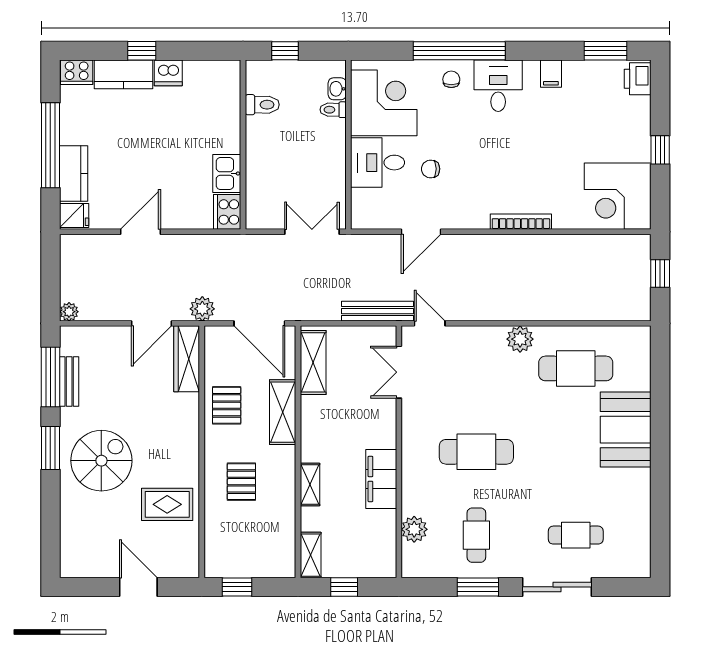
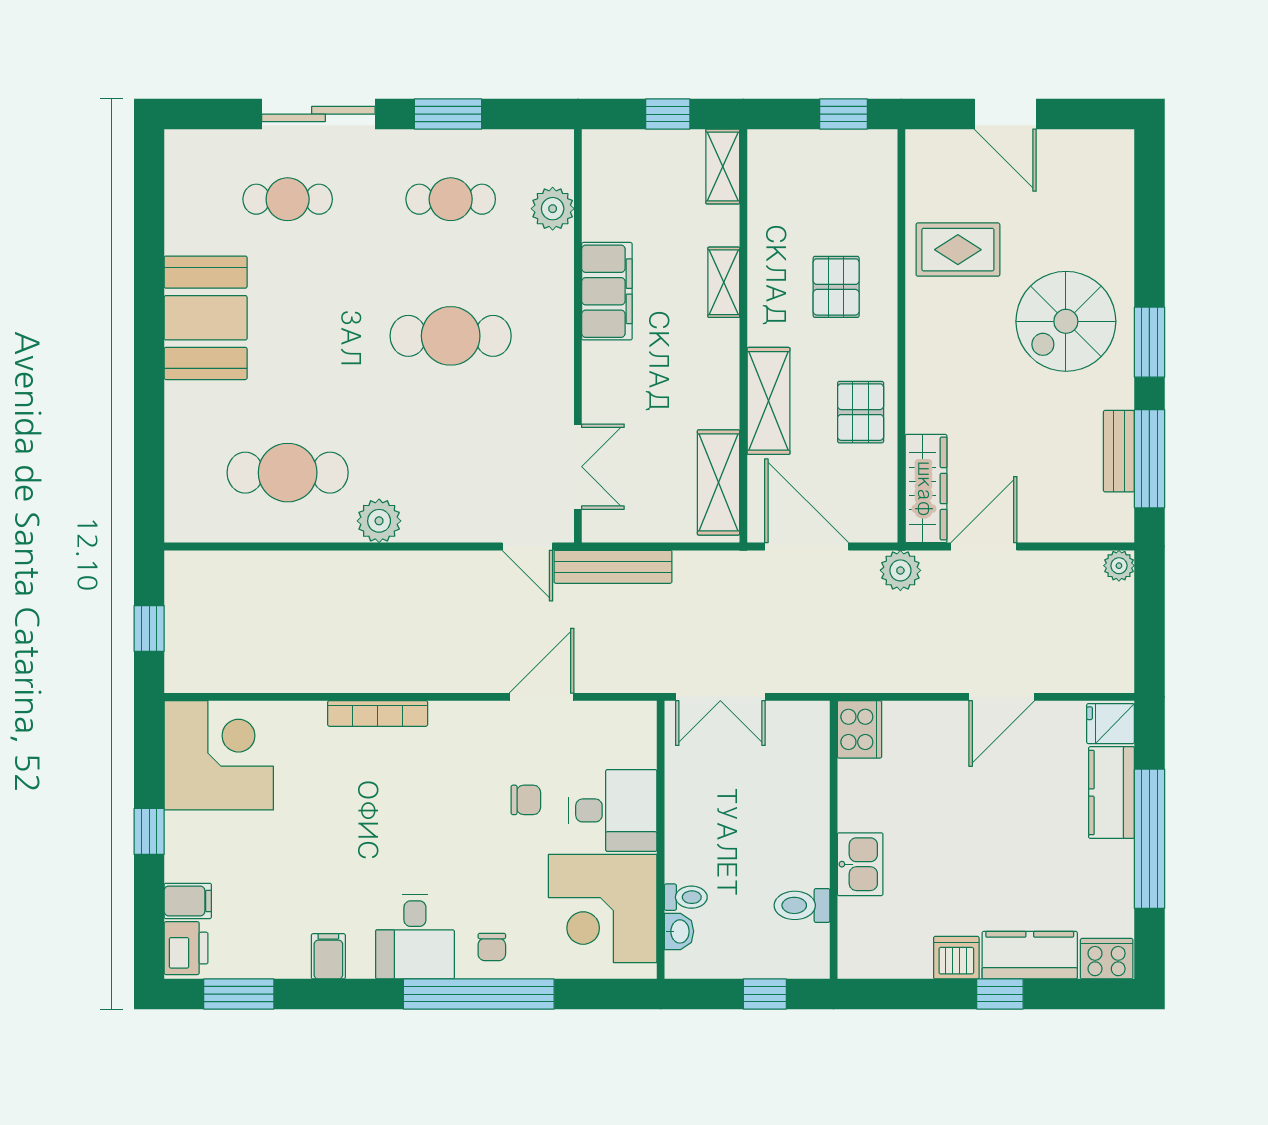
filing cabinet: (637, 107) -> (188, 901), added
kitchen sink: (227, 174) -> (860, 864), moved
booth: (626, 430) -> (206, 318), moved
cafe table: (476, 535) -> (451, 199), turned 90

